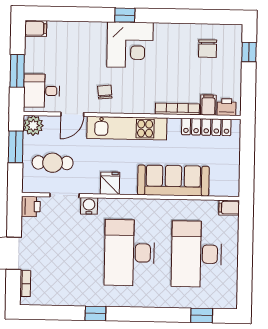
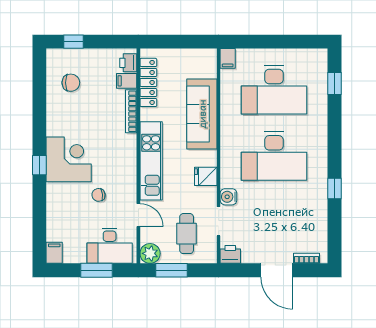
desk: (42, 91) -> (110, 246), width x1.37
chair: (105, 92) -> (99, 195), moved

